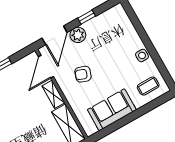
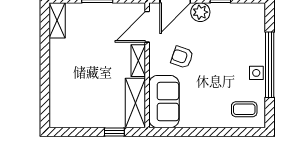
window: (148, 44) -> (270, 65), added
sofa: (112, 110) -> (164, 102), moved, turned 90

